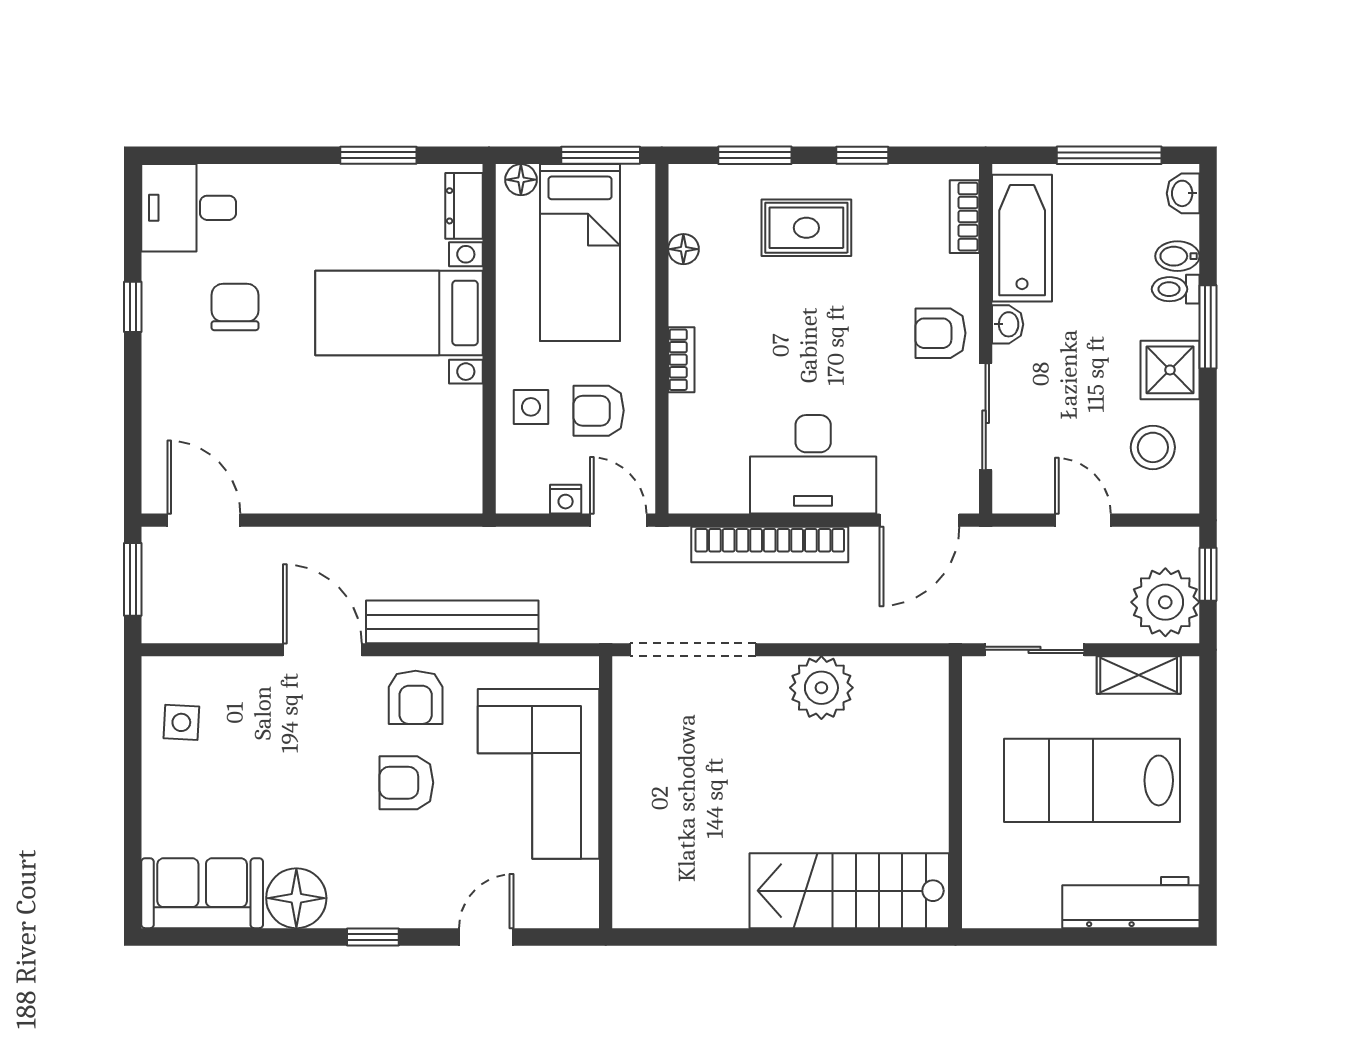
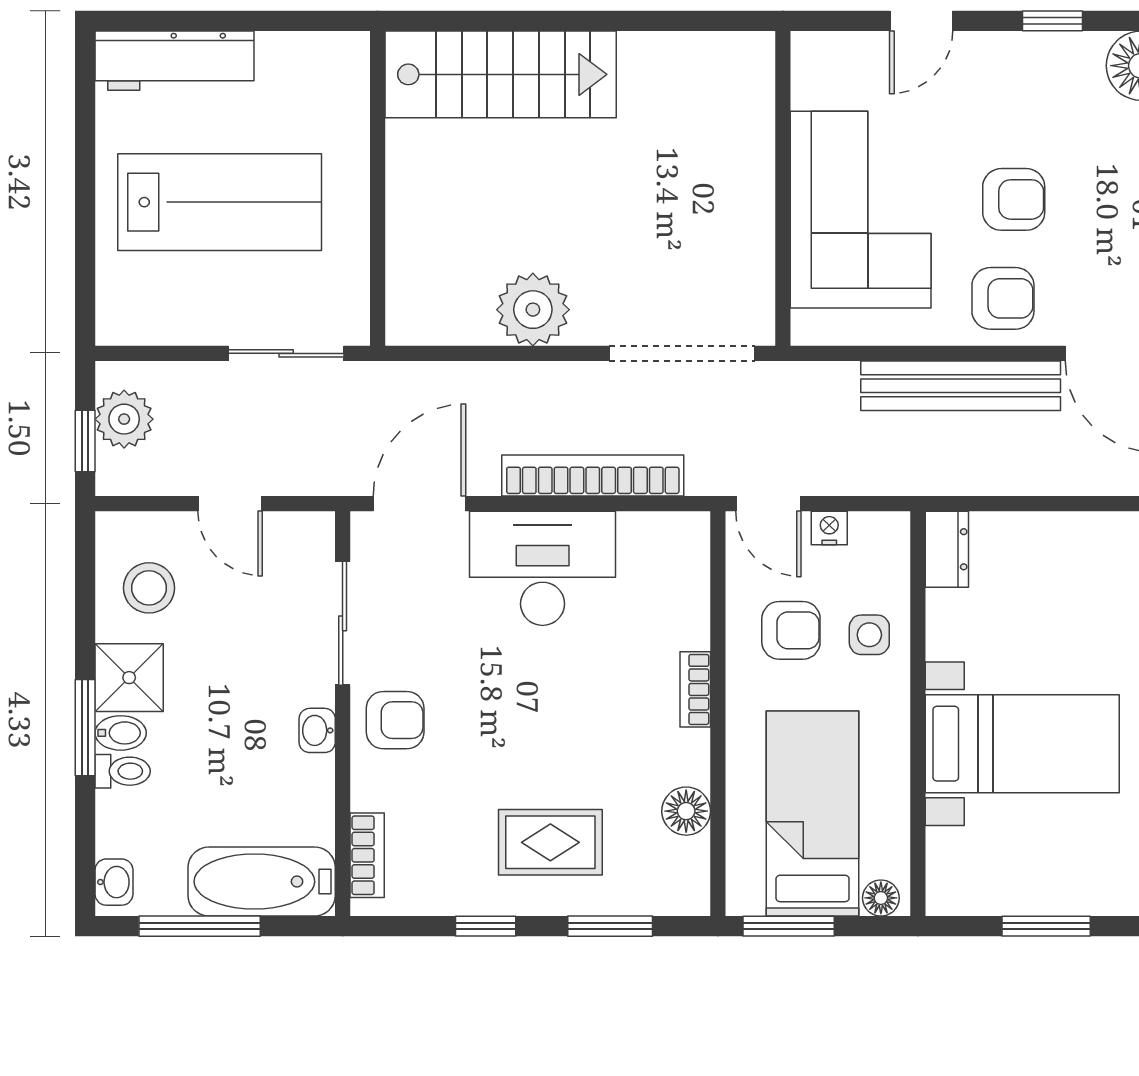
dresser: (464, 206) -> (947, 549), moved
bathtub: (1022, 238) -> (262, 882), moved, turned 90
floor lamp: (683, 249) -> (686, 811), width x1.37, depth x1.37
bidet: (1177, 256) -> (121, 733), moved
plant: (1165, 602) -> (124, 419), width x0.73, depth x0.73
shelving: (1139, 675) -> (165, 324), removed
armchair: (416, 697) -> (1003, 298), turned 90

